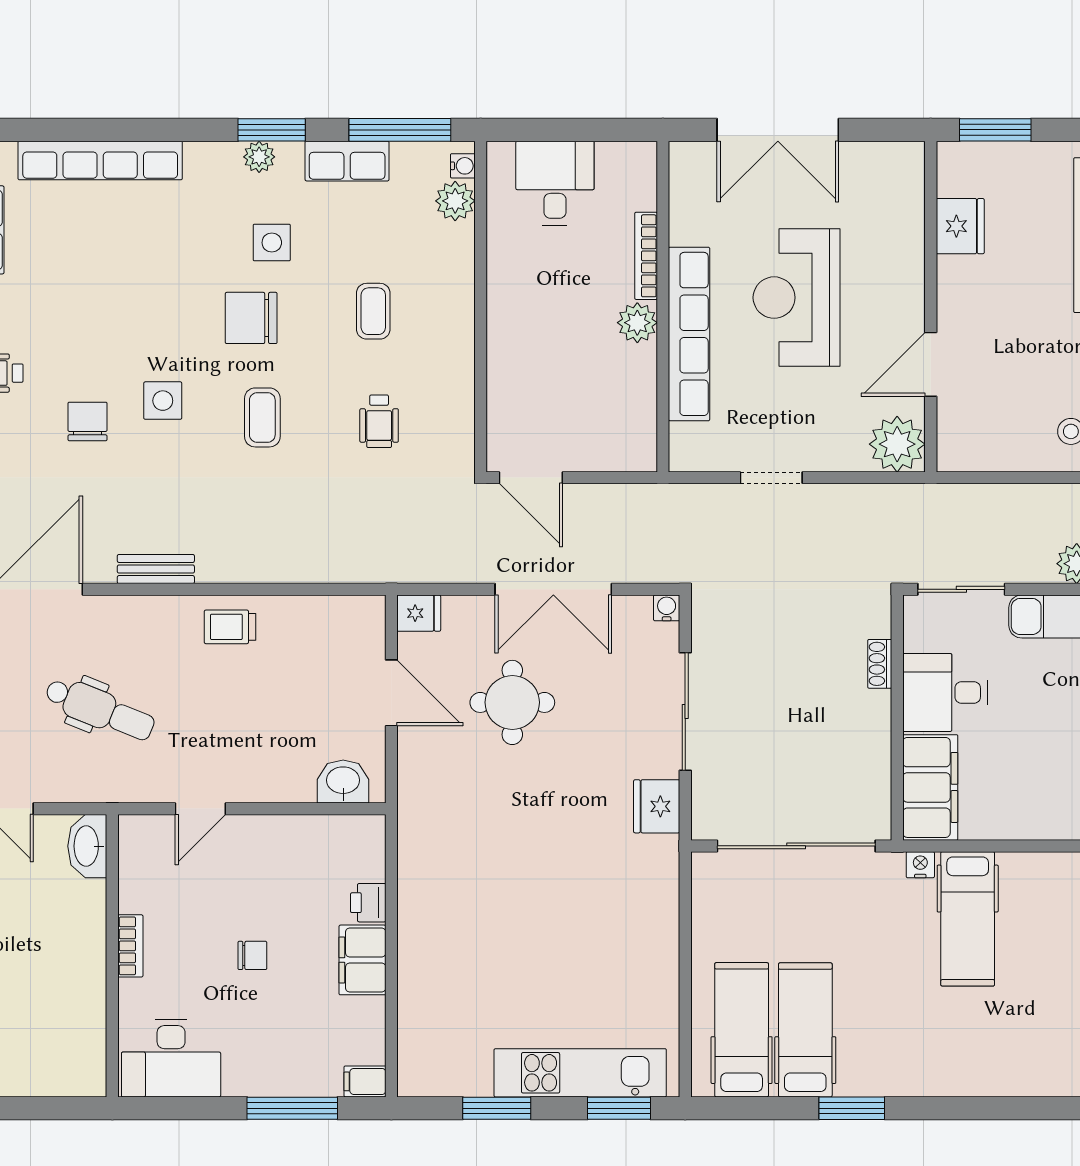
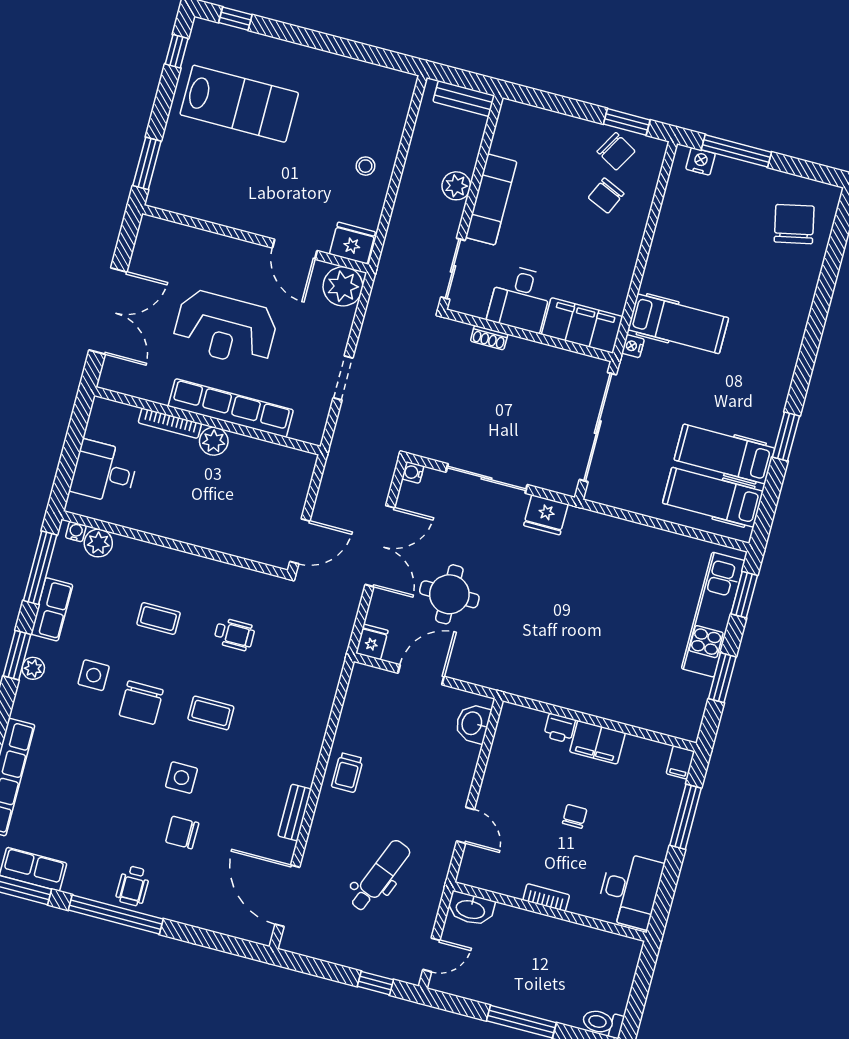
fridge: (960, 226) -> (352, 243), moved

